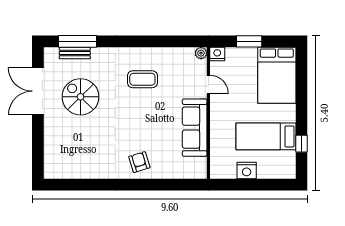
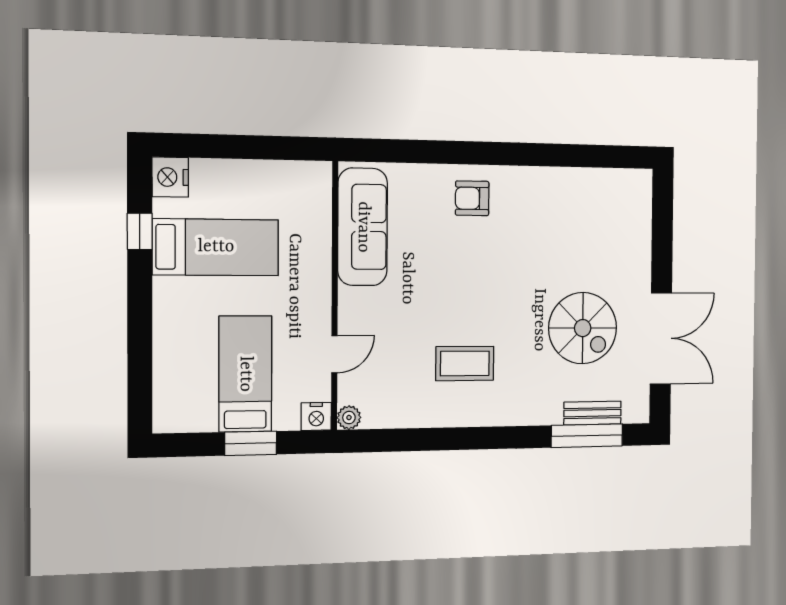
bed: (277, 75) -> (245, 374), moved, width x0.67
door: (208, 84) -> (334, 354), swing flipped
sofa: (195, 128) -> (363, 227), moved
armchair: (139, 162) -> (472, 198), turned 107
nightstand: (247, 171) -> (170, 177), moved, turned -90

